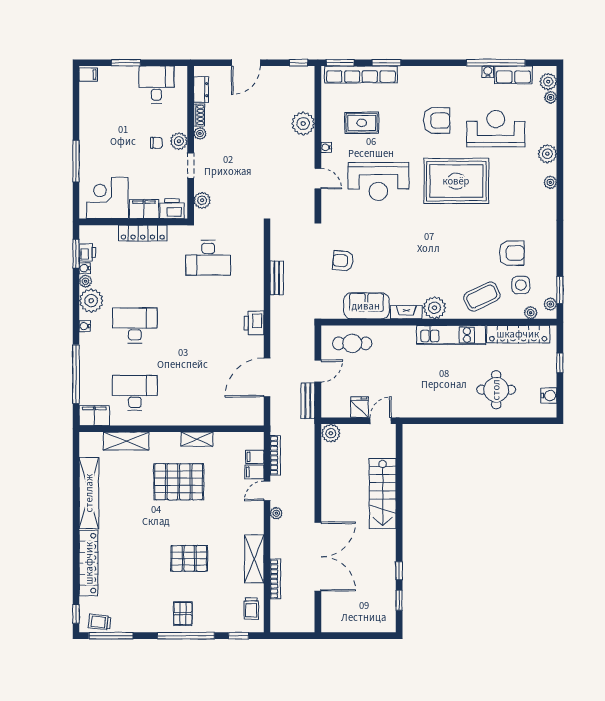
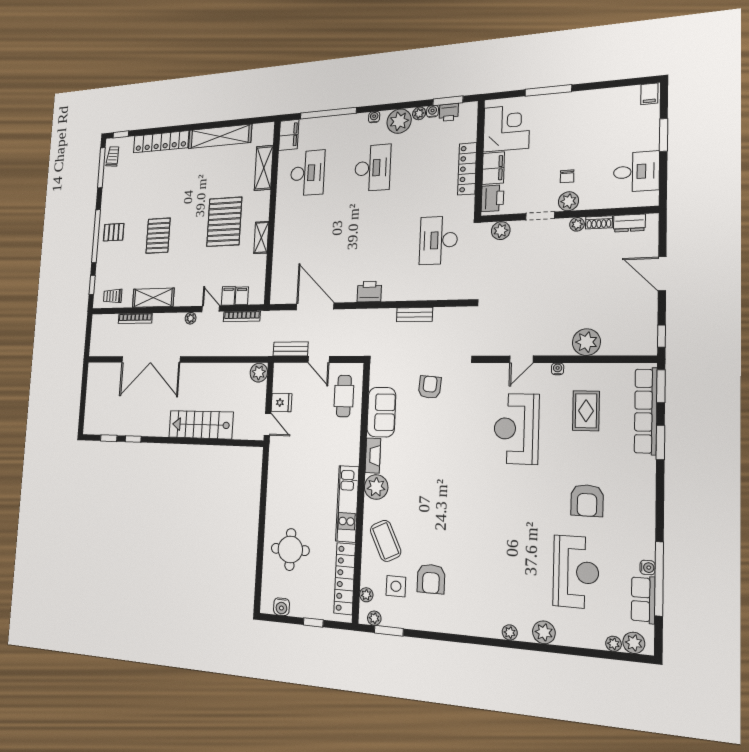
rug: (456, 181) -> (514, 520), removed

